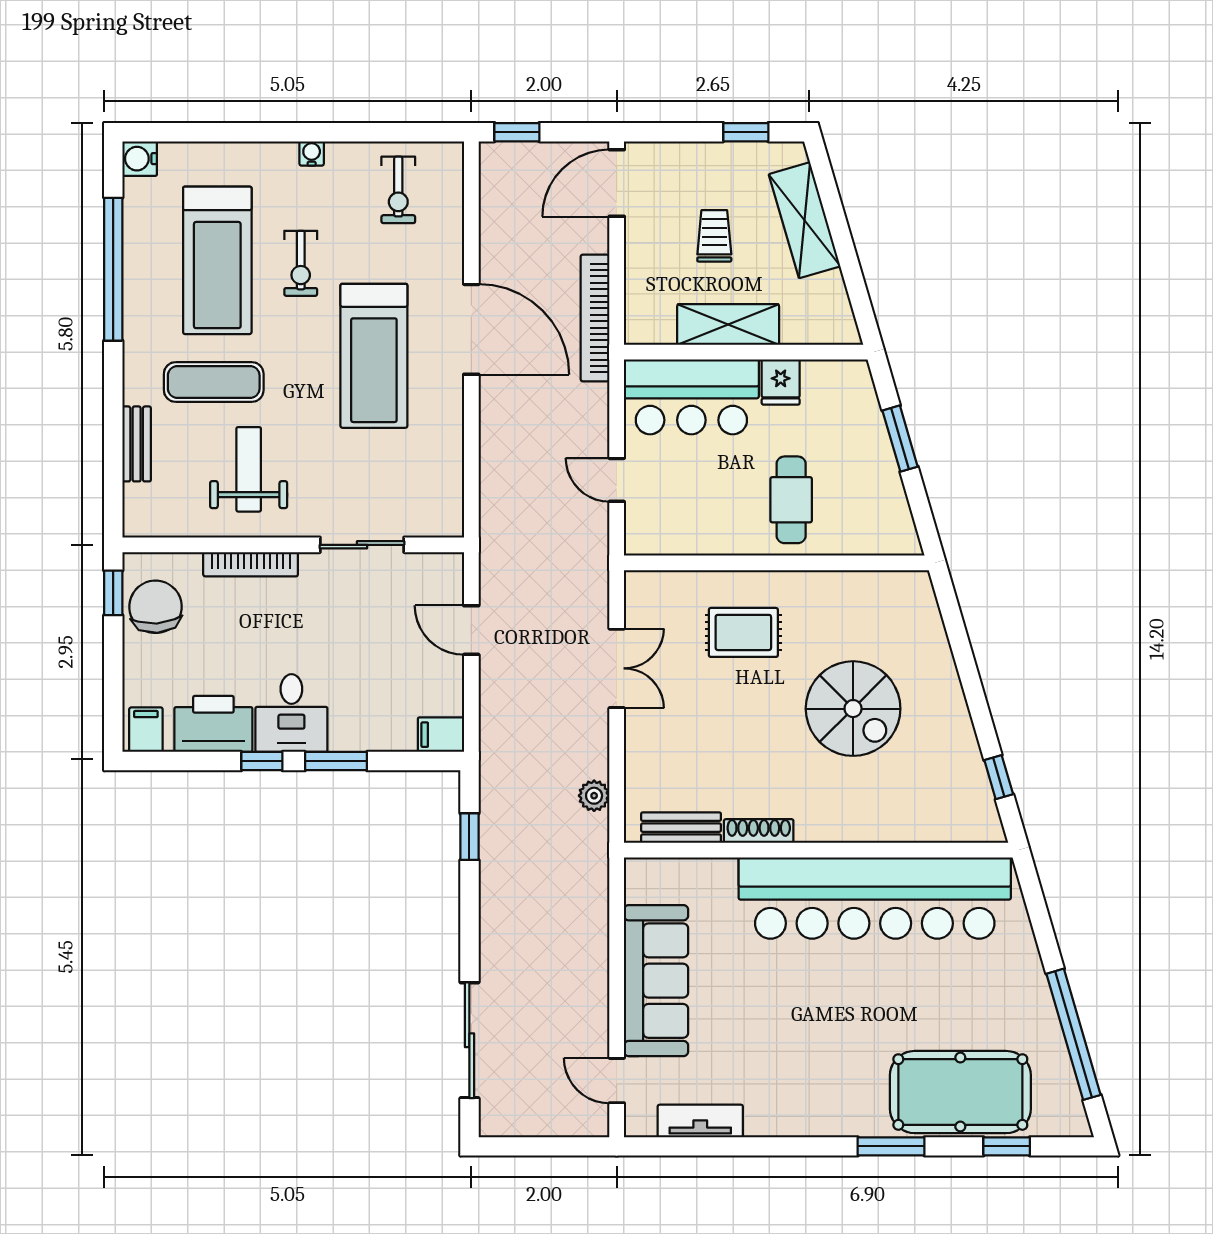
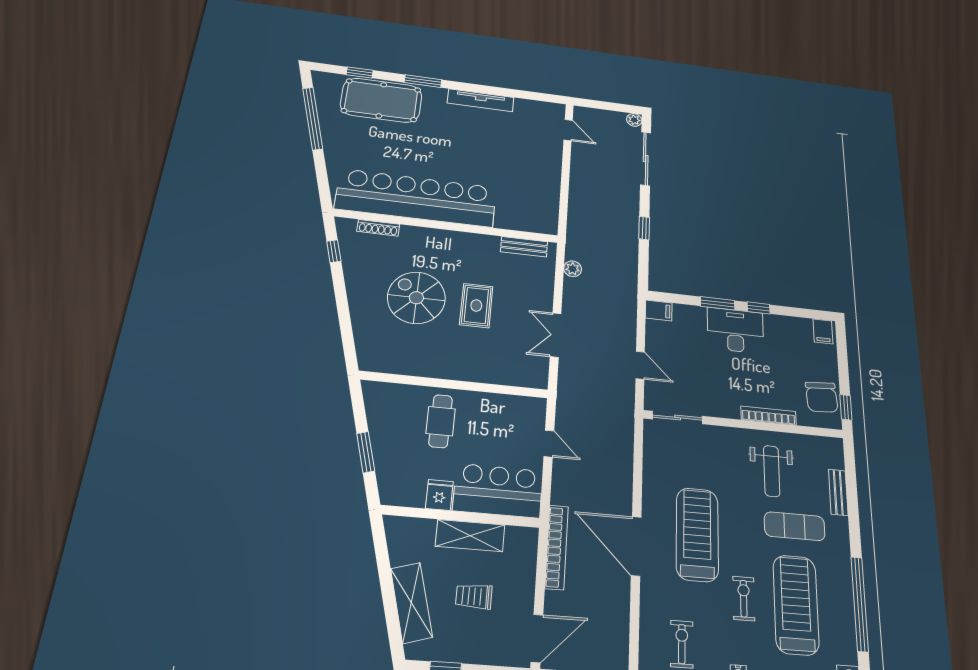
trolley: (714, 236) -> (474, 596), turned 90
sliding door: (362, 545) -> (678, 418), moved
rug: (743, 632) -> (476, 305), moved, turned 90
desk: (291, 713) -> (735, 330), width x1.37
printer: (213, 724) -> (786, 330), removed
shoe rack: (759, 831) -> (378, 228), moved
window: (469, 837) -> (644, 228), moved
sofa: (656, 981) -> (544, 173), removed
tv unit: (700, 1121) -> (481, 100), moved, width x1.41
plant: (493, 1123) -> (634, 120), added

